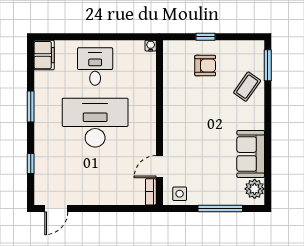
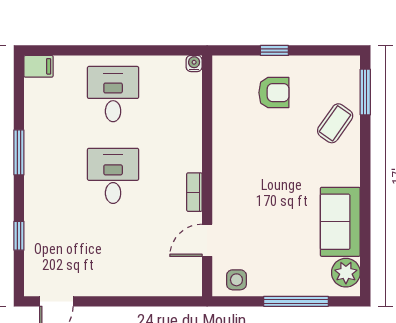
filing cabinet: (44, 55) -> (39, 66), width x0.50
desk: (95, 123) -> (113, 176), width x0.53, depth x0.77
bookcase: (151, 192) -> (194, 192), moved

